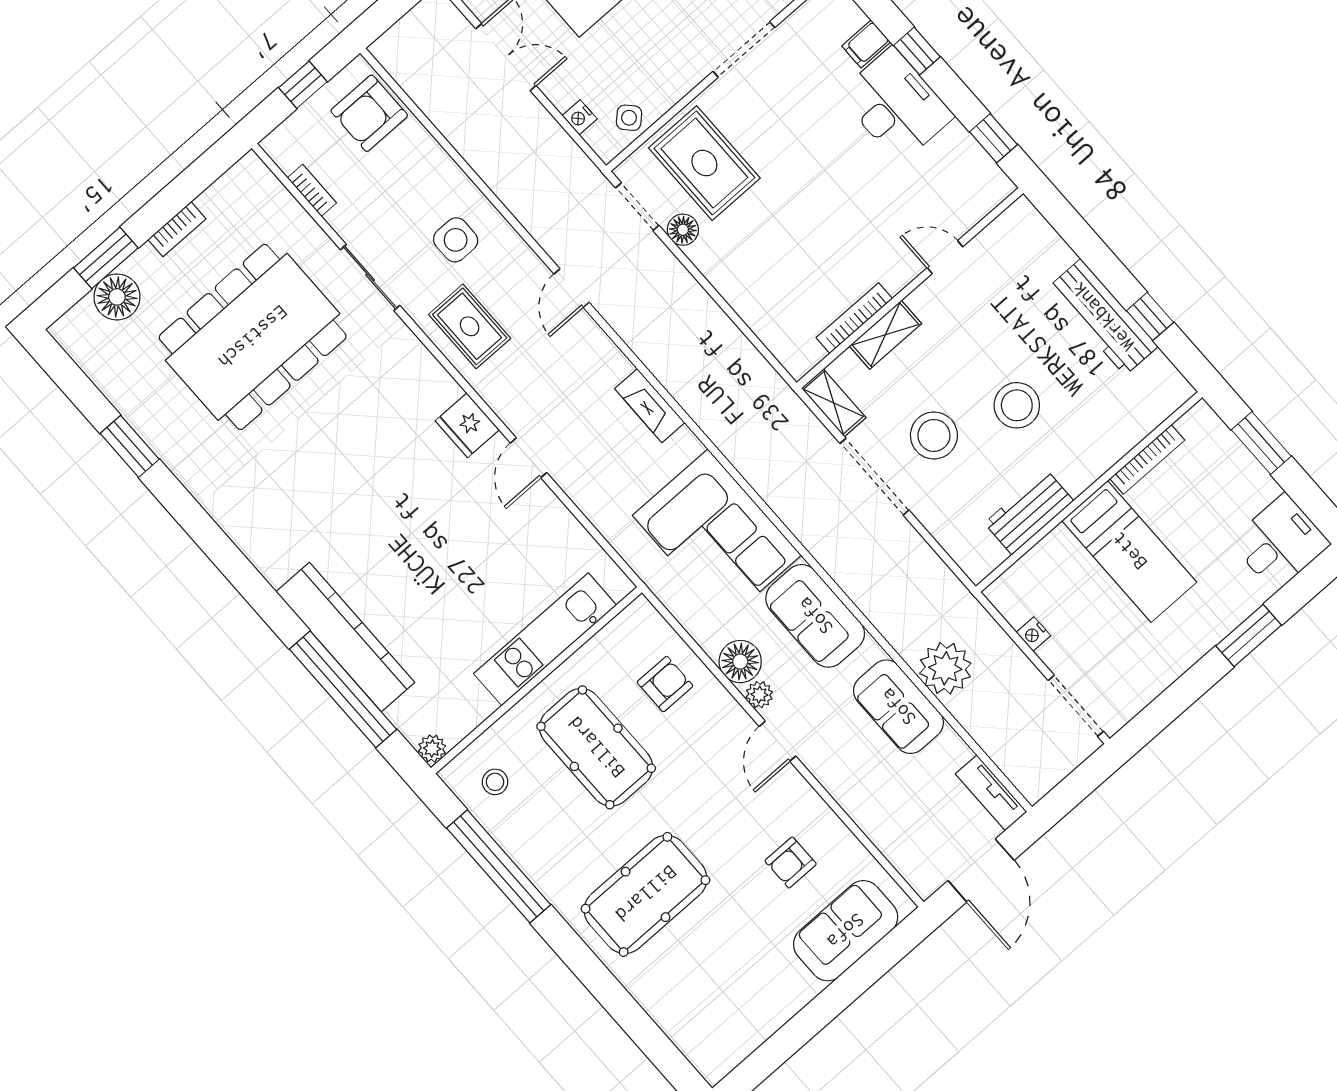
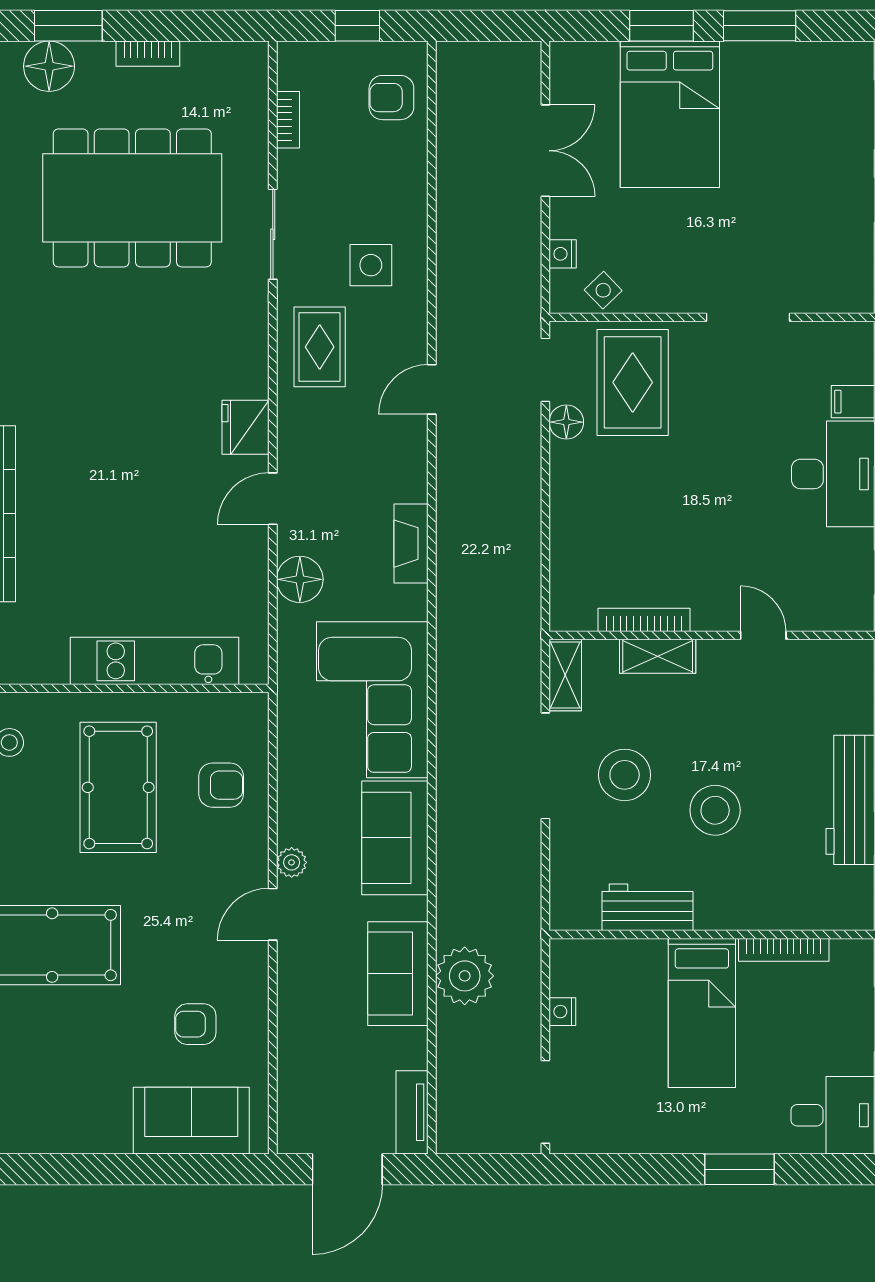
armchair: (369, 113) -> (391, 98), width x0.72, depth x0.72
floor lamp: (740, 662) -> (300, 579), moved

